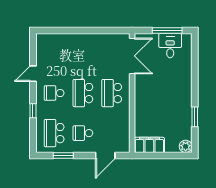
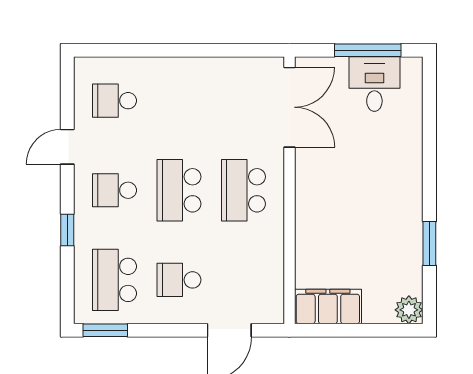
school desk: (54, 53) -> (115, 101), added
window: (63, 156) -> (105, 330), moved

